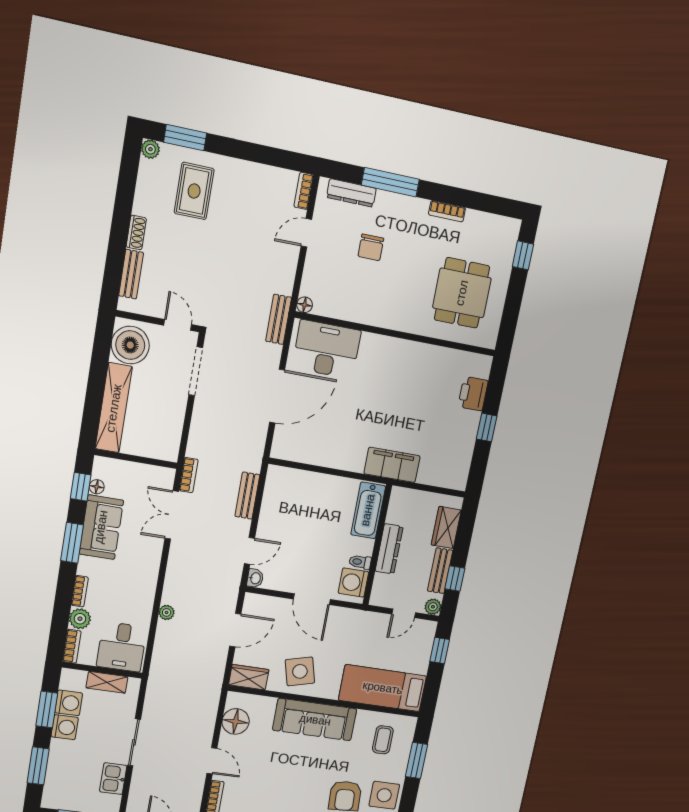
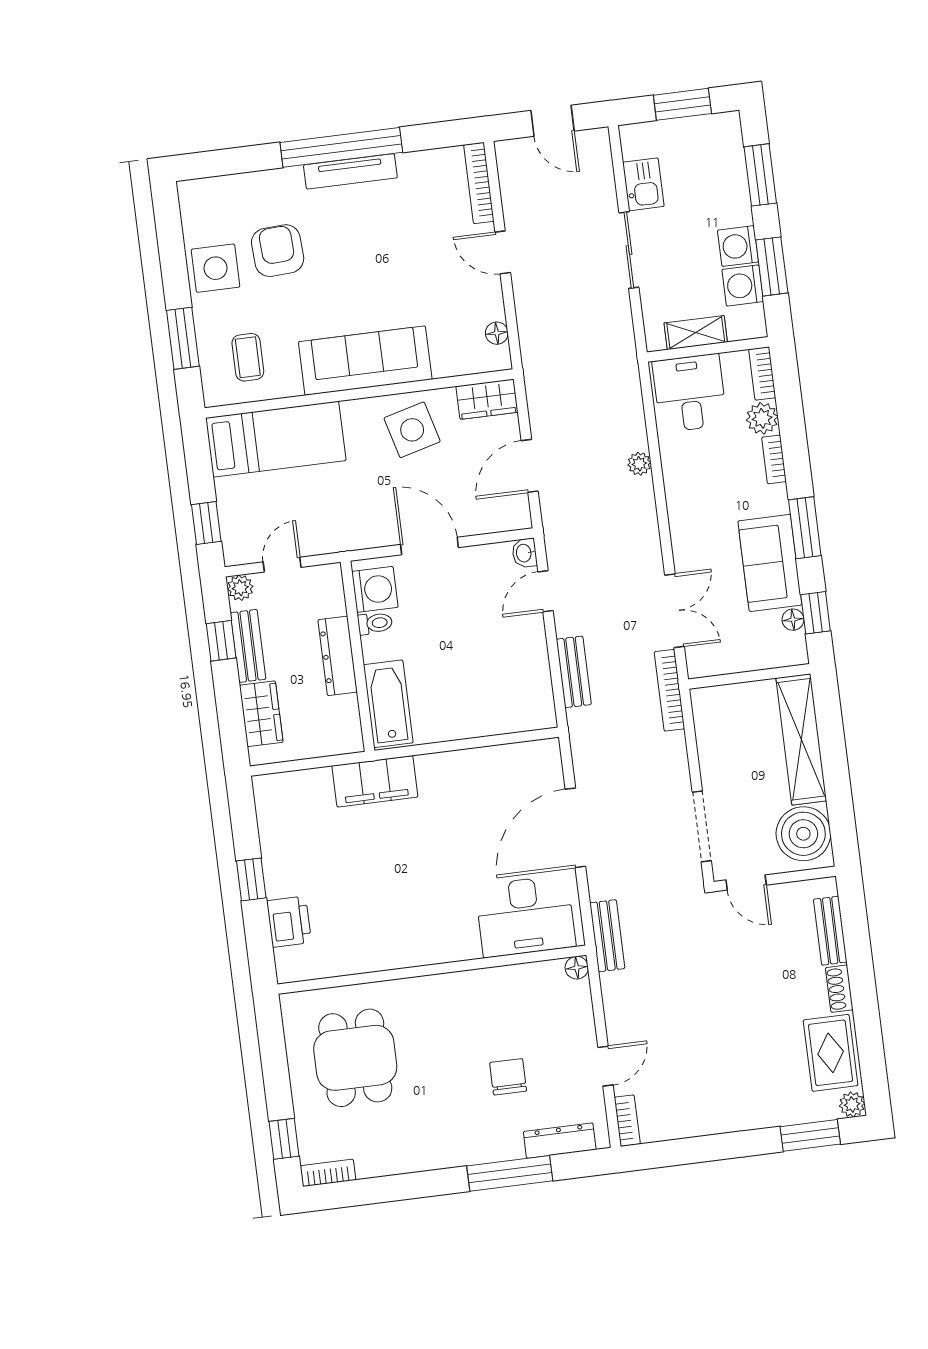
rug: (194, 191) -> (831, 1053), moved
bookcase: (447, 211) -> (328, 1173), moved
bookcase: (189, 475) -> (669, 690), width x1.56
floor lamp: (236, 721) -> (497, 333), width x0.53, depth x0.53

